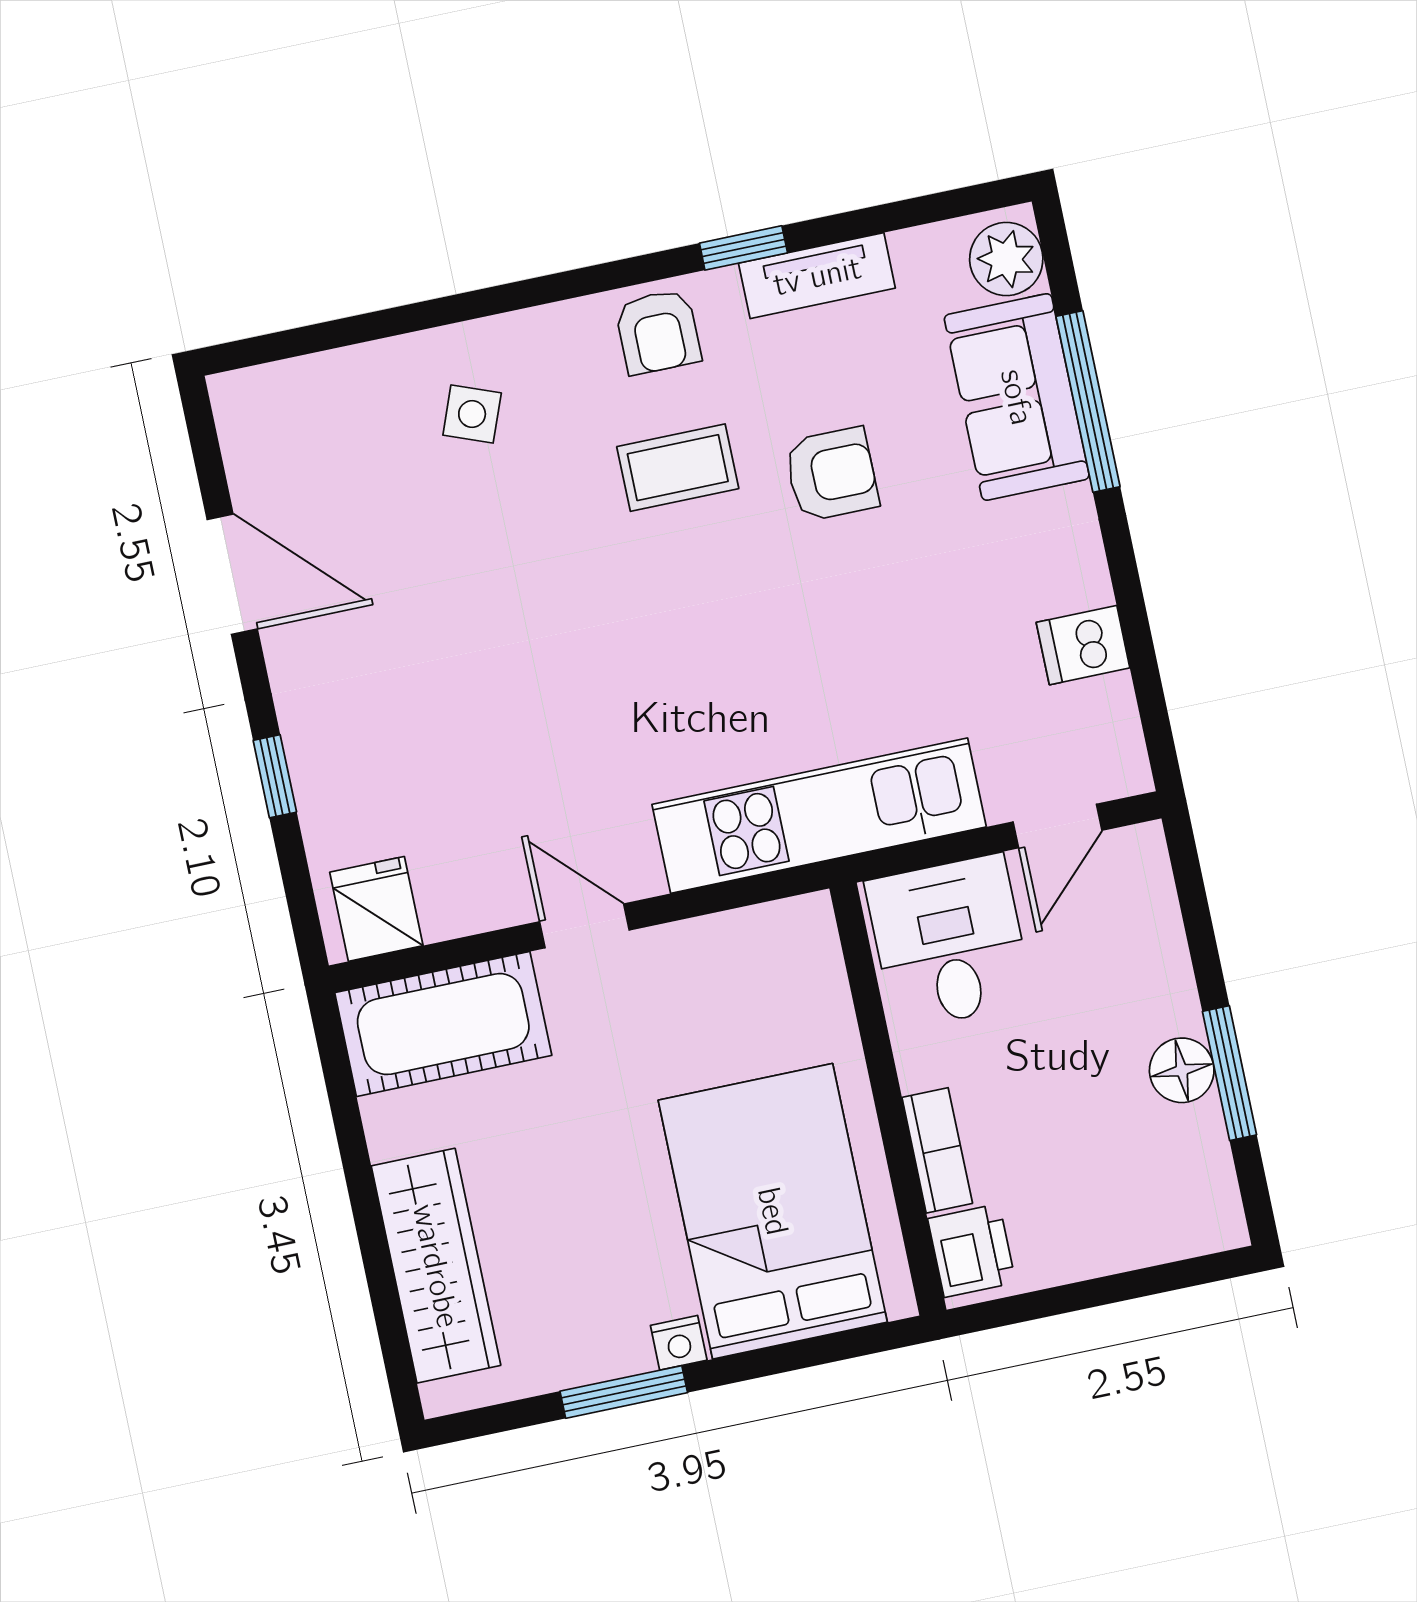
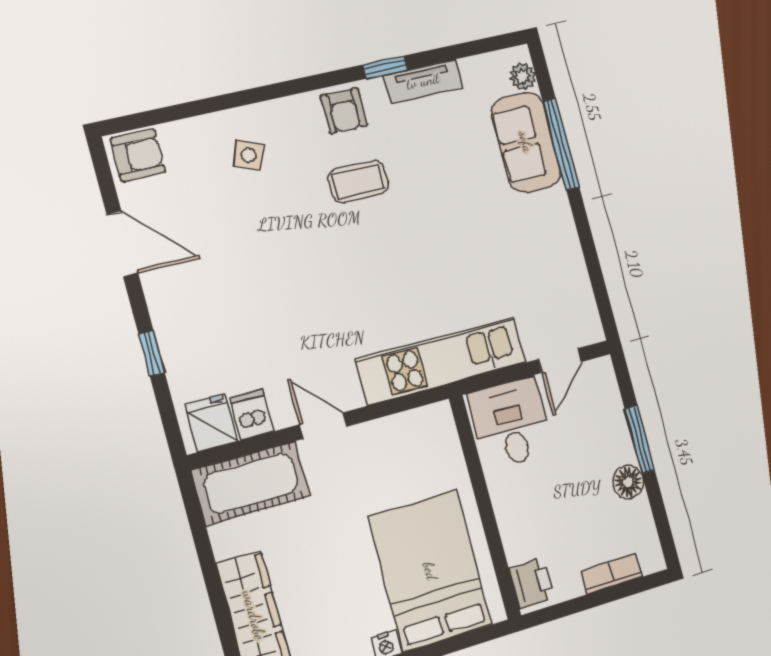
plant: (1006, 259) -> (523, 76), width x0.73, depth x0.73
armchair: (832, 474) -> (138, 155), moved
dishwasher: (1083, 645) -> (252, 414), moved, turned 90
window: (1229, 1073) -> (640, 439), moved
bookcase: (937, 1150) -> (612, 574), moved, turned -90

